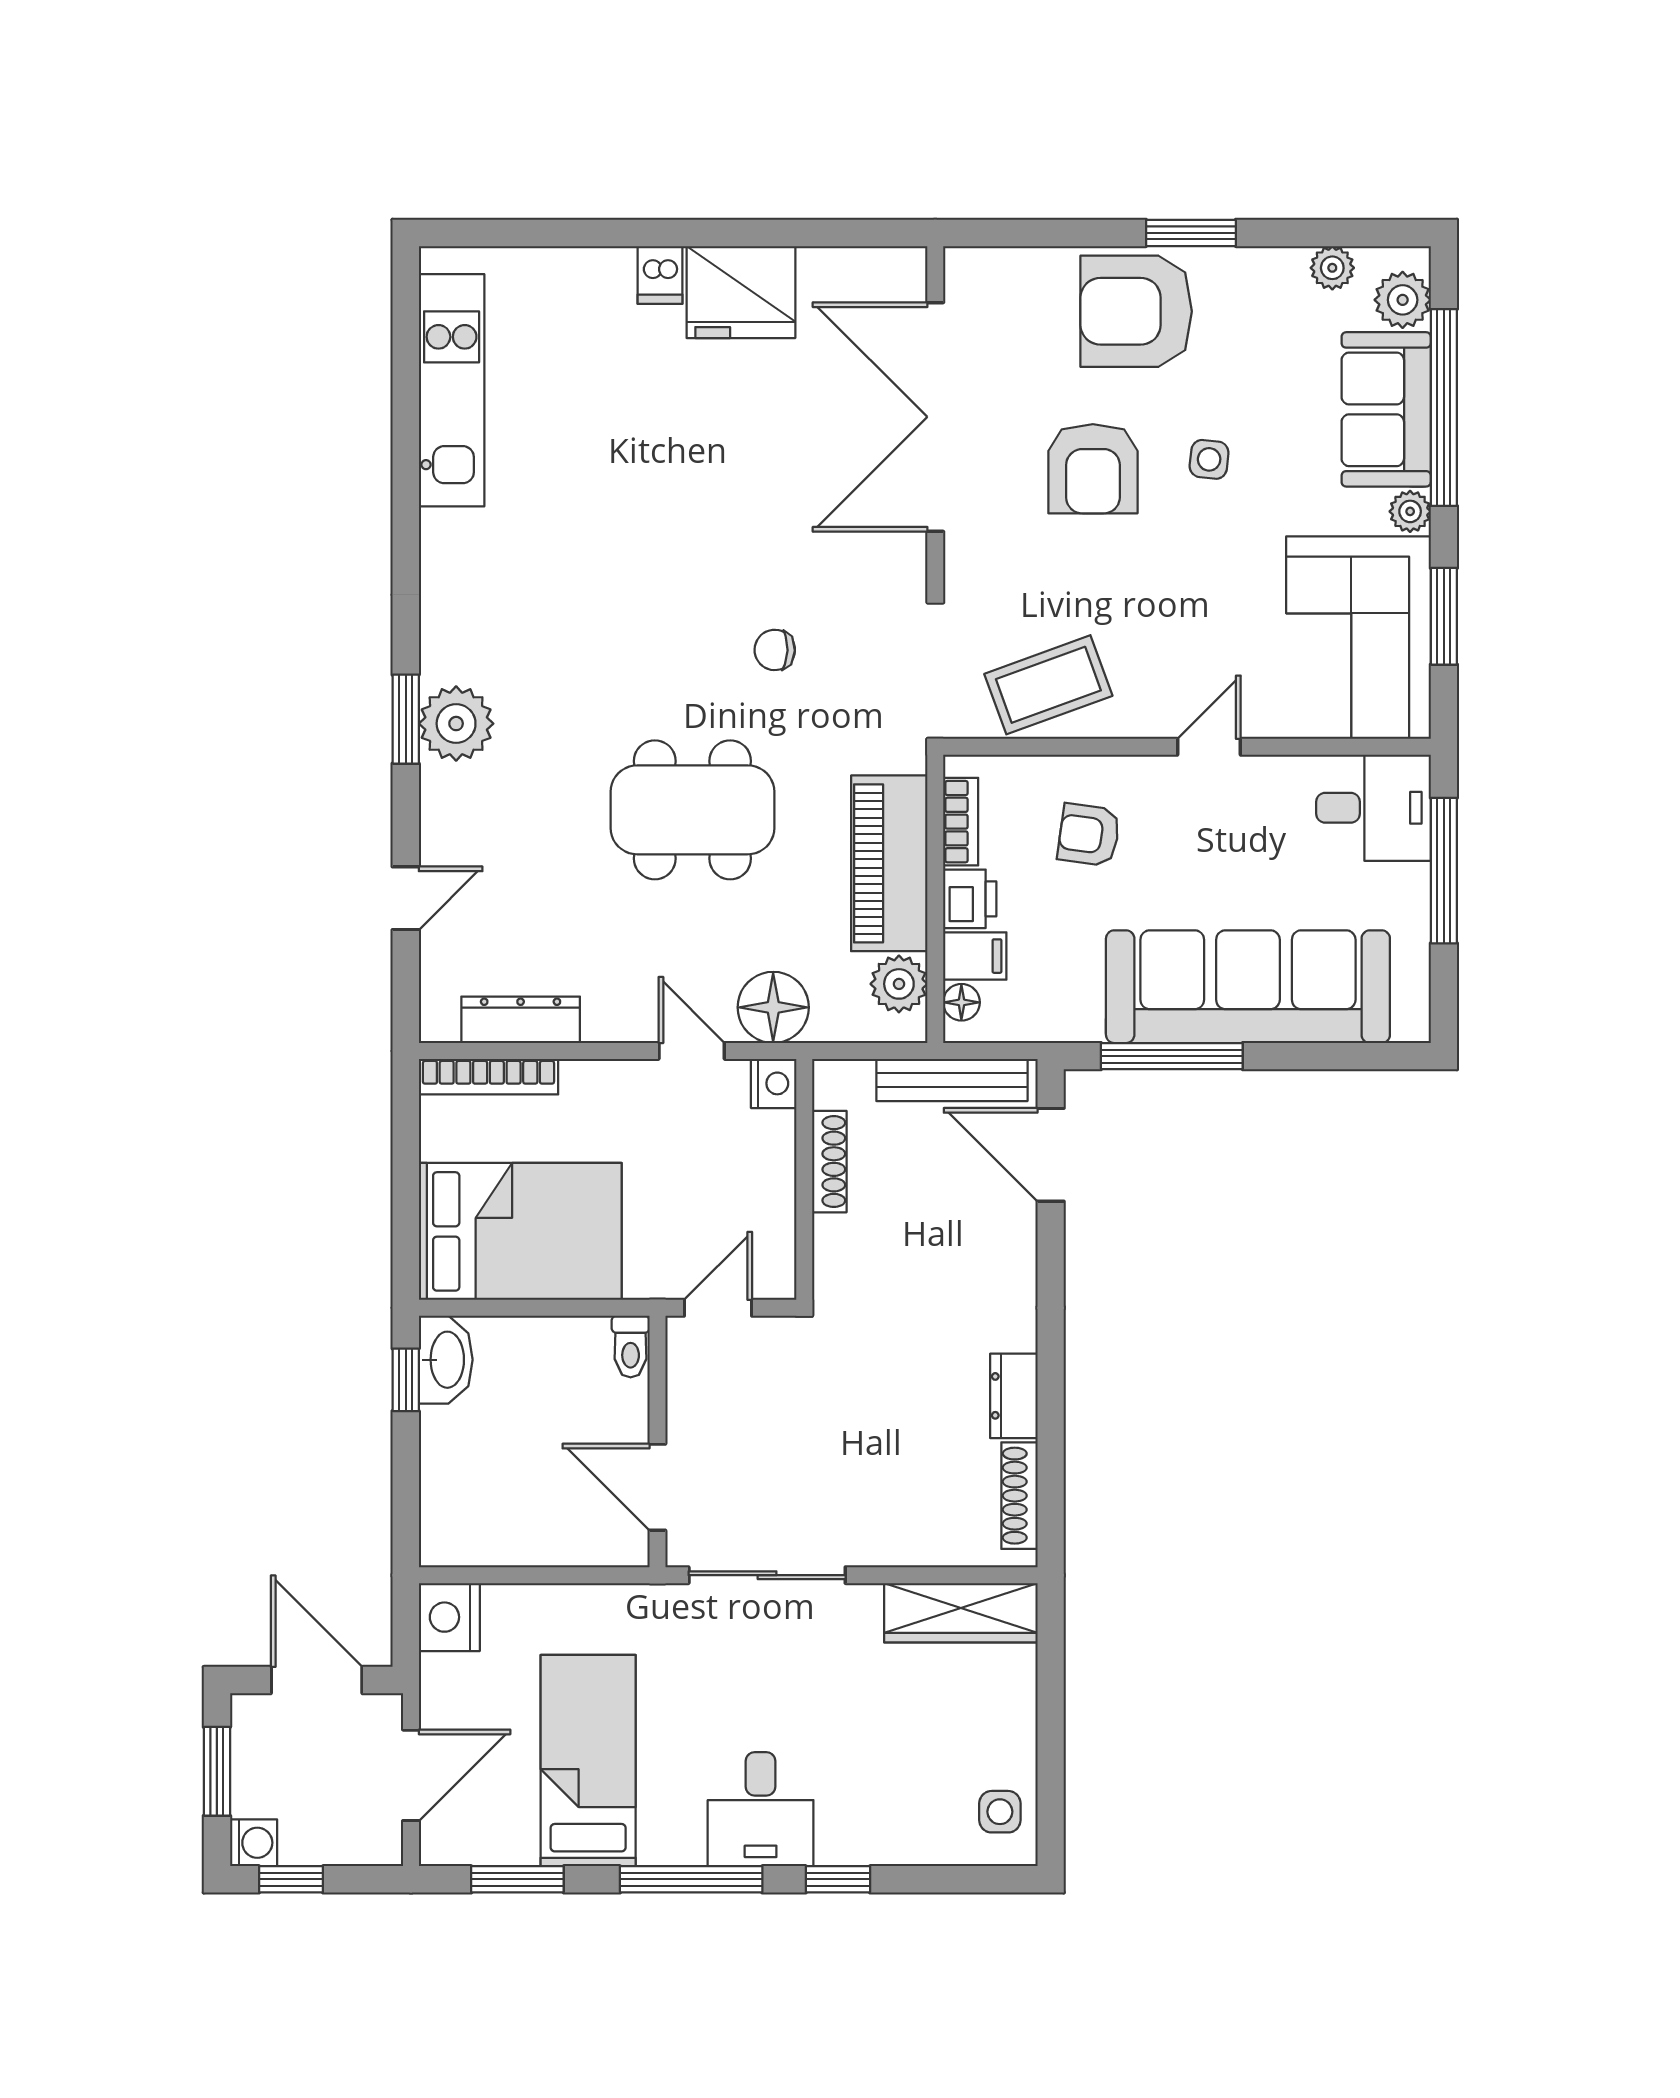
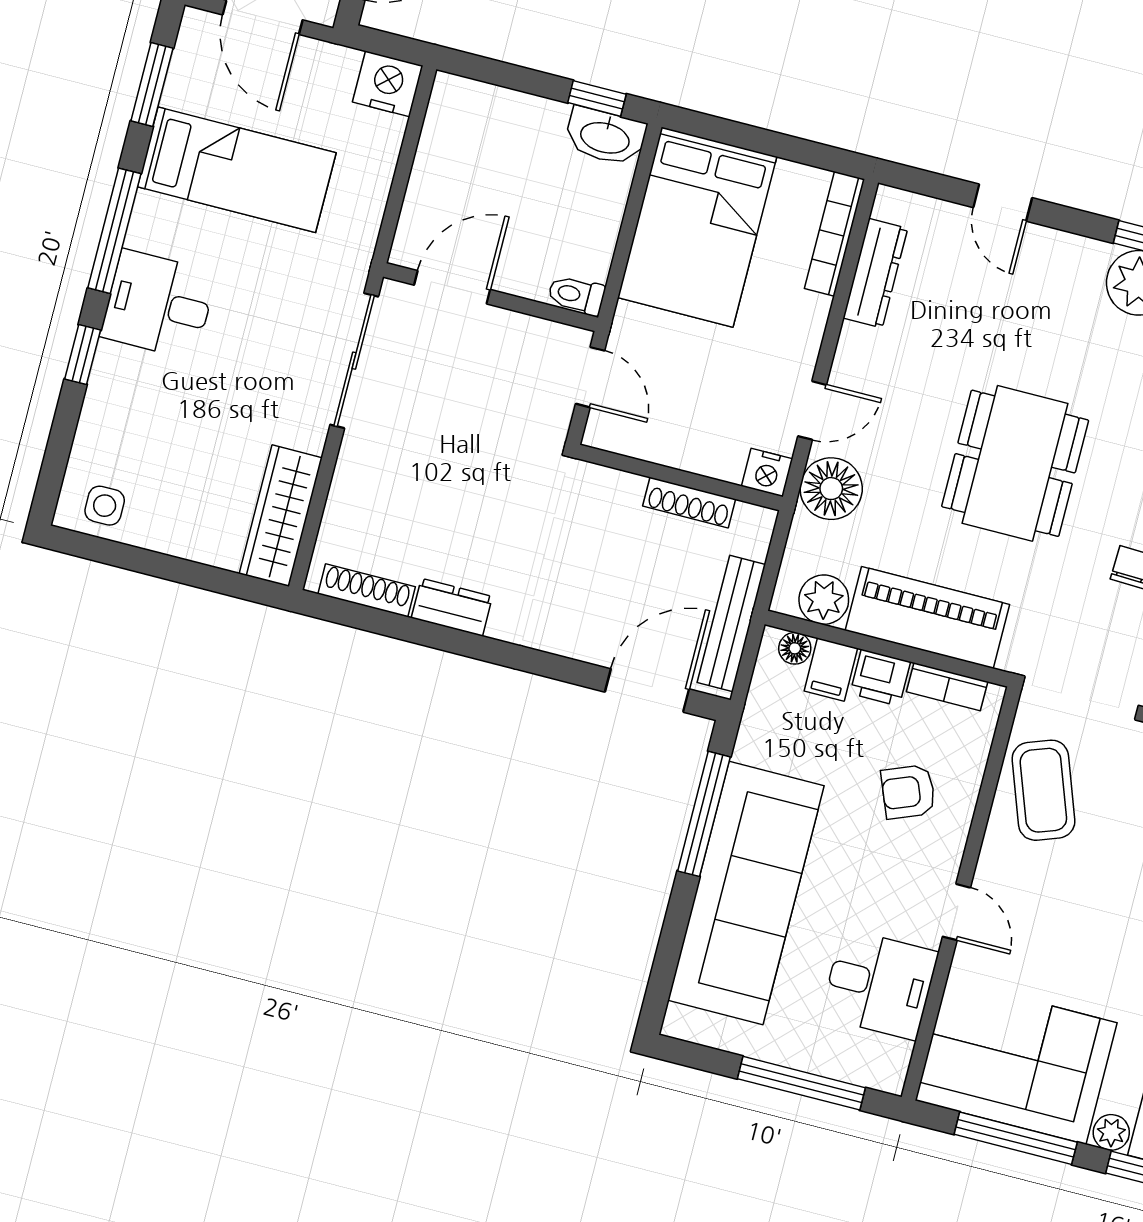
window: (1444, 616) -> (1016, 1138), width x1.44
desk: (1373, 808) -> (879, 984), moved, turned -90
armchair: (1089, 835) -> (908, 792), turned -120

